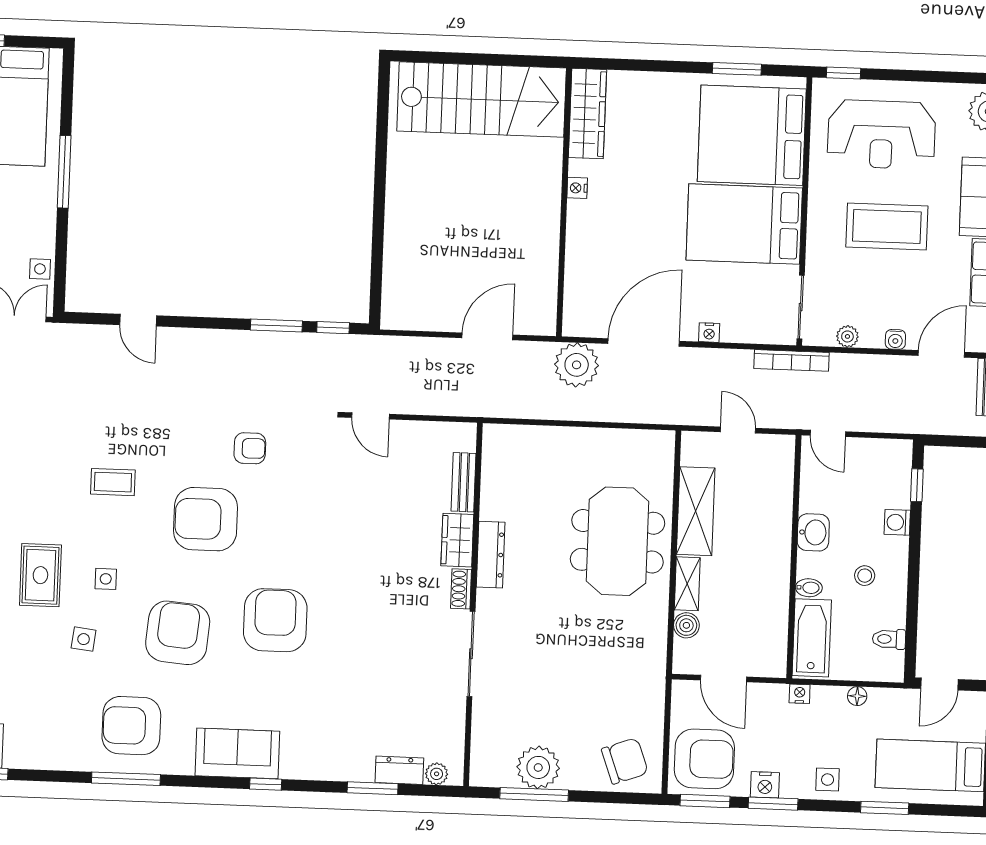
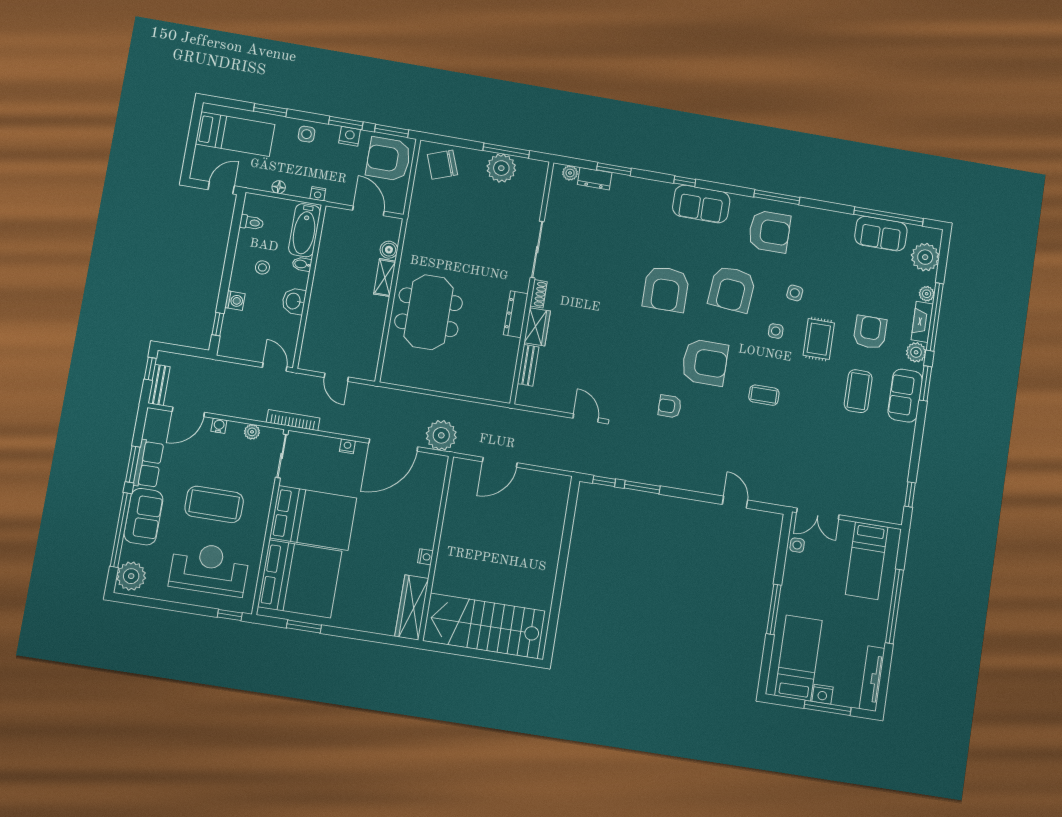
shelving: (696, 511) -> (373, 326), removed

